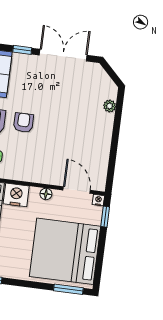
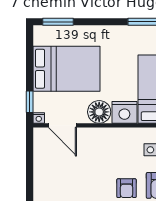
floor lamp: (46, 194) -> (99, 112), width x1.89, depth x1.89
bed: (65, 251) -> (66, 69), width x0.73

